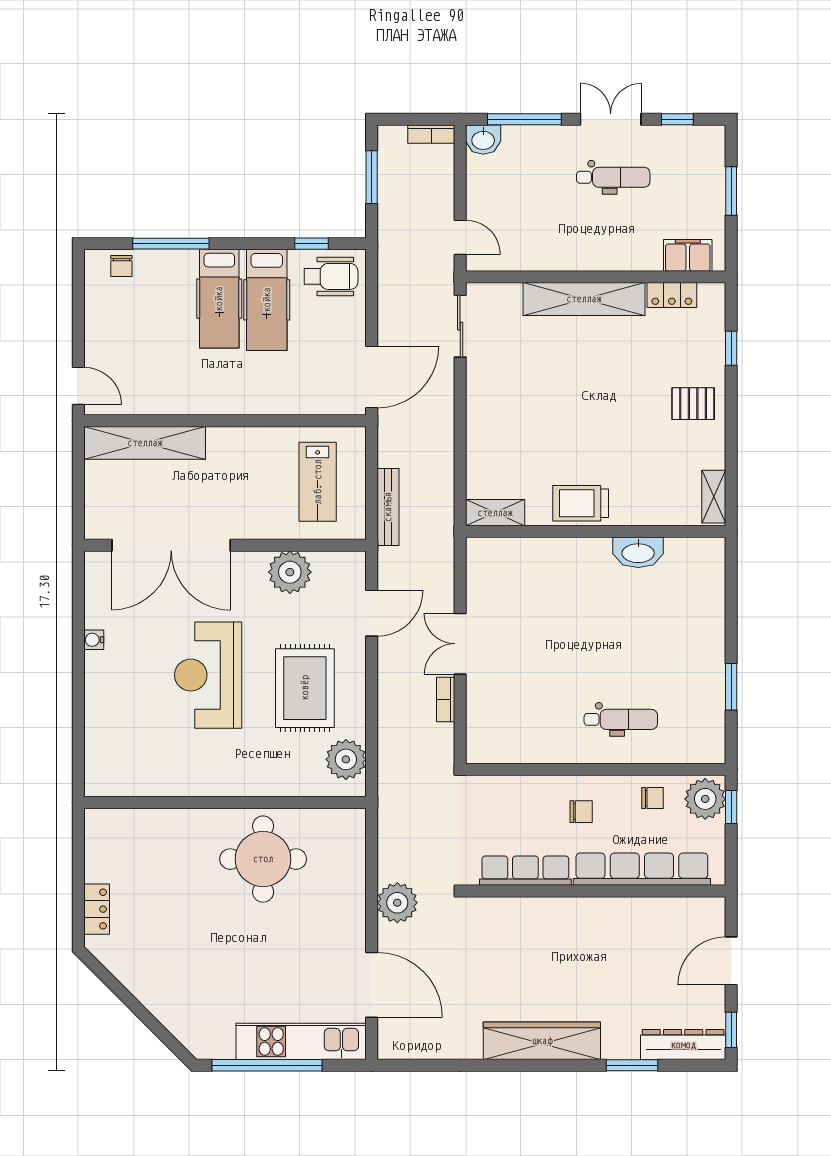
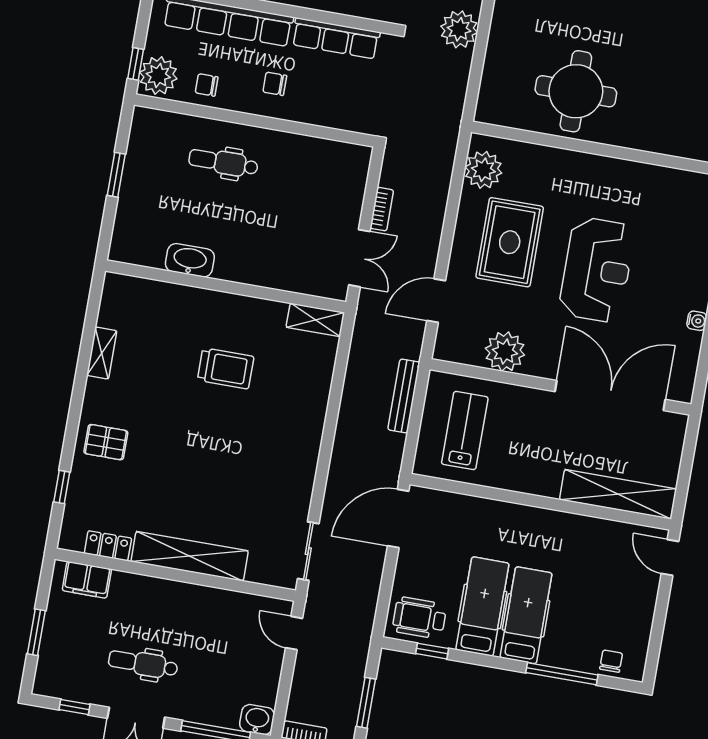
shelving: (495, 513) -> (315, 320), moved
wall: (596, 531) -> (226, 286), moved
washbasin: (638, 552) -> (190, 260), moved

